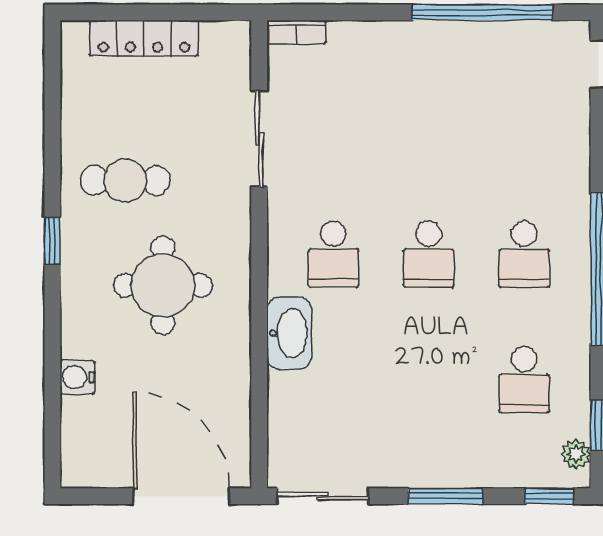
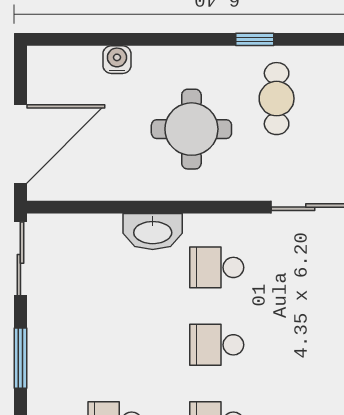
window: (52, 241) -> (255, 39), moved

